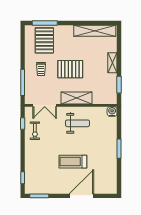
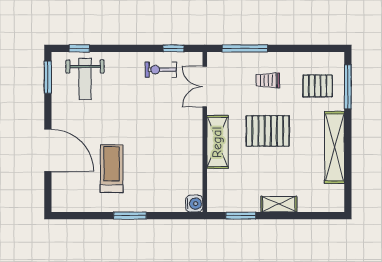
shelving: (95, 31) -> (334, 147), moved
pallet: (44, 40) -> (318, 86), width x0.67, depth x0.71
pallet: (70, 69) -> (268, 131), turned 90
weight bench: (77, 123) -> (85, 79), moved
treadmill: (73, 162) -> (112, 169), moved

